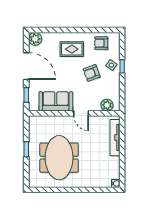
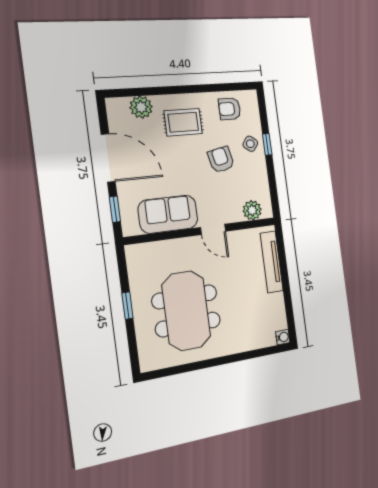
plant: (35, 39) -> (141, 107), moved
armchair: (92, 73) -> (221, 160), turned 98

